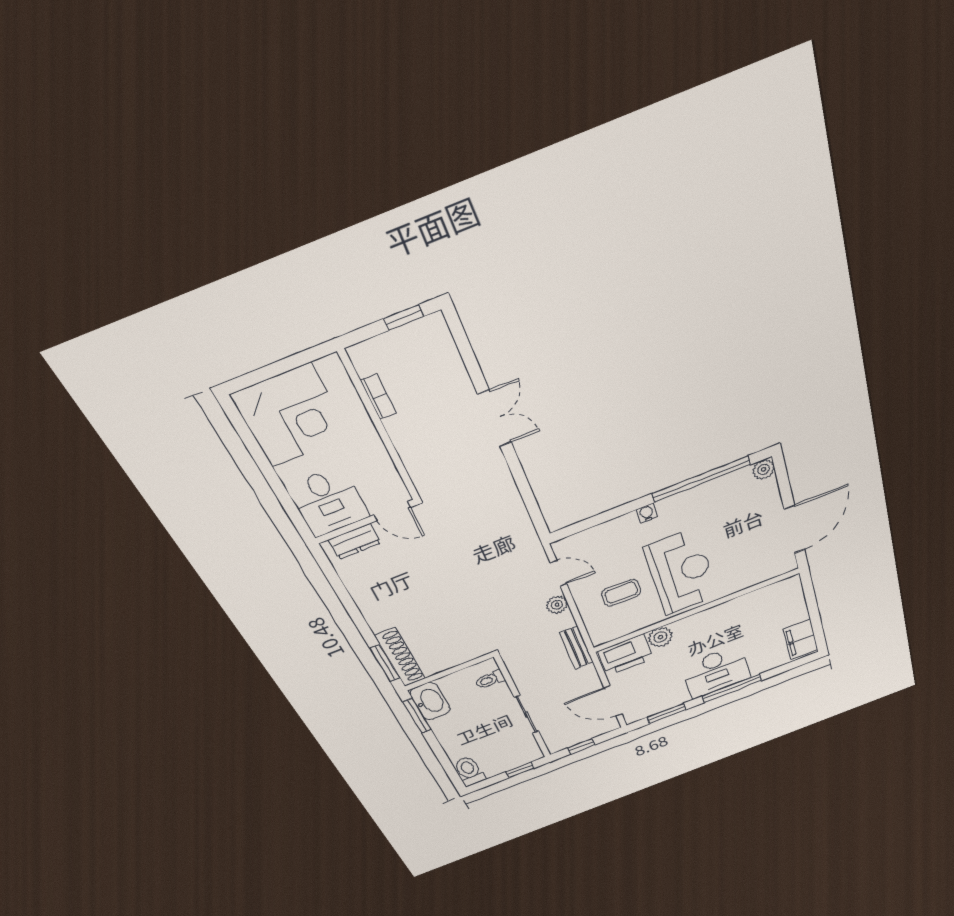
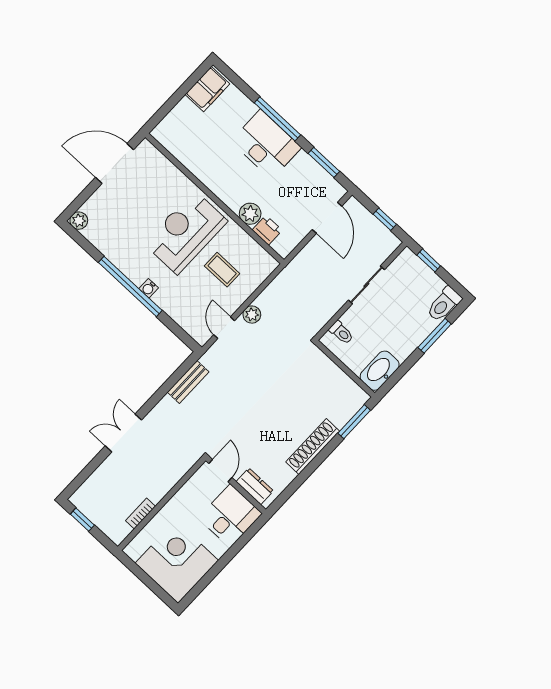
window: (701, 479) -> (130, 286), moved
bench: (576, 648) -> (188, 382), moved
printer: (625, 655) -> (267, 230), width x0.53, depth x0.68
shoe rack: (400, 657) -> (313, 446), moved
window: (417, 716) -> (435, 336), moved

